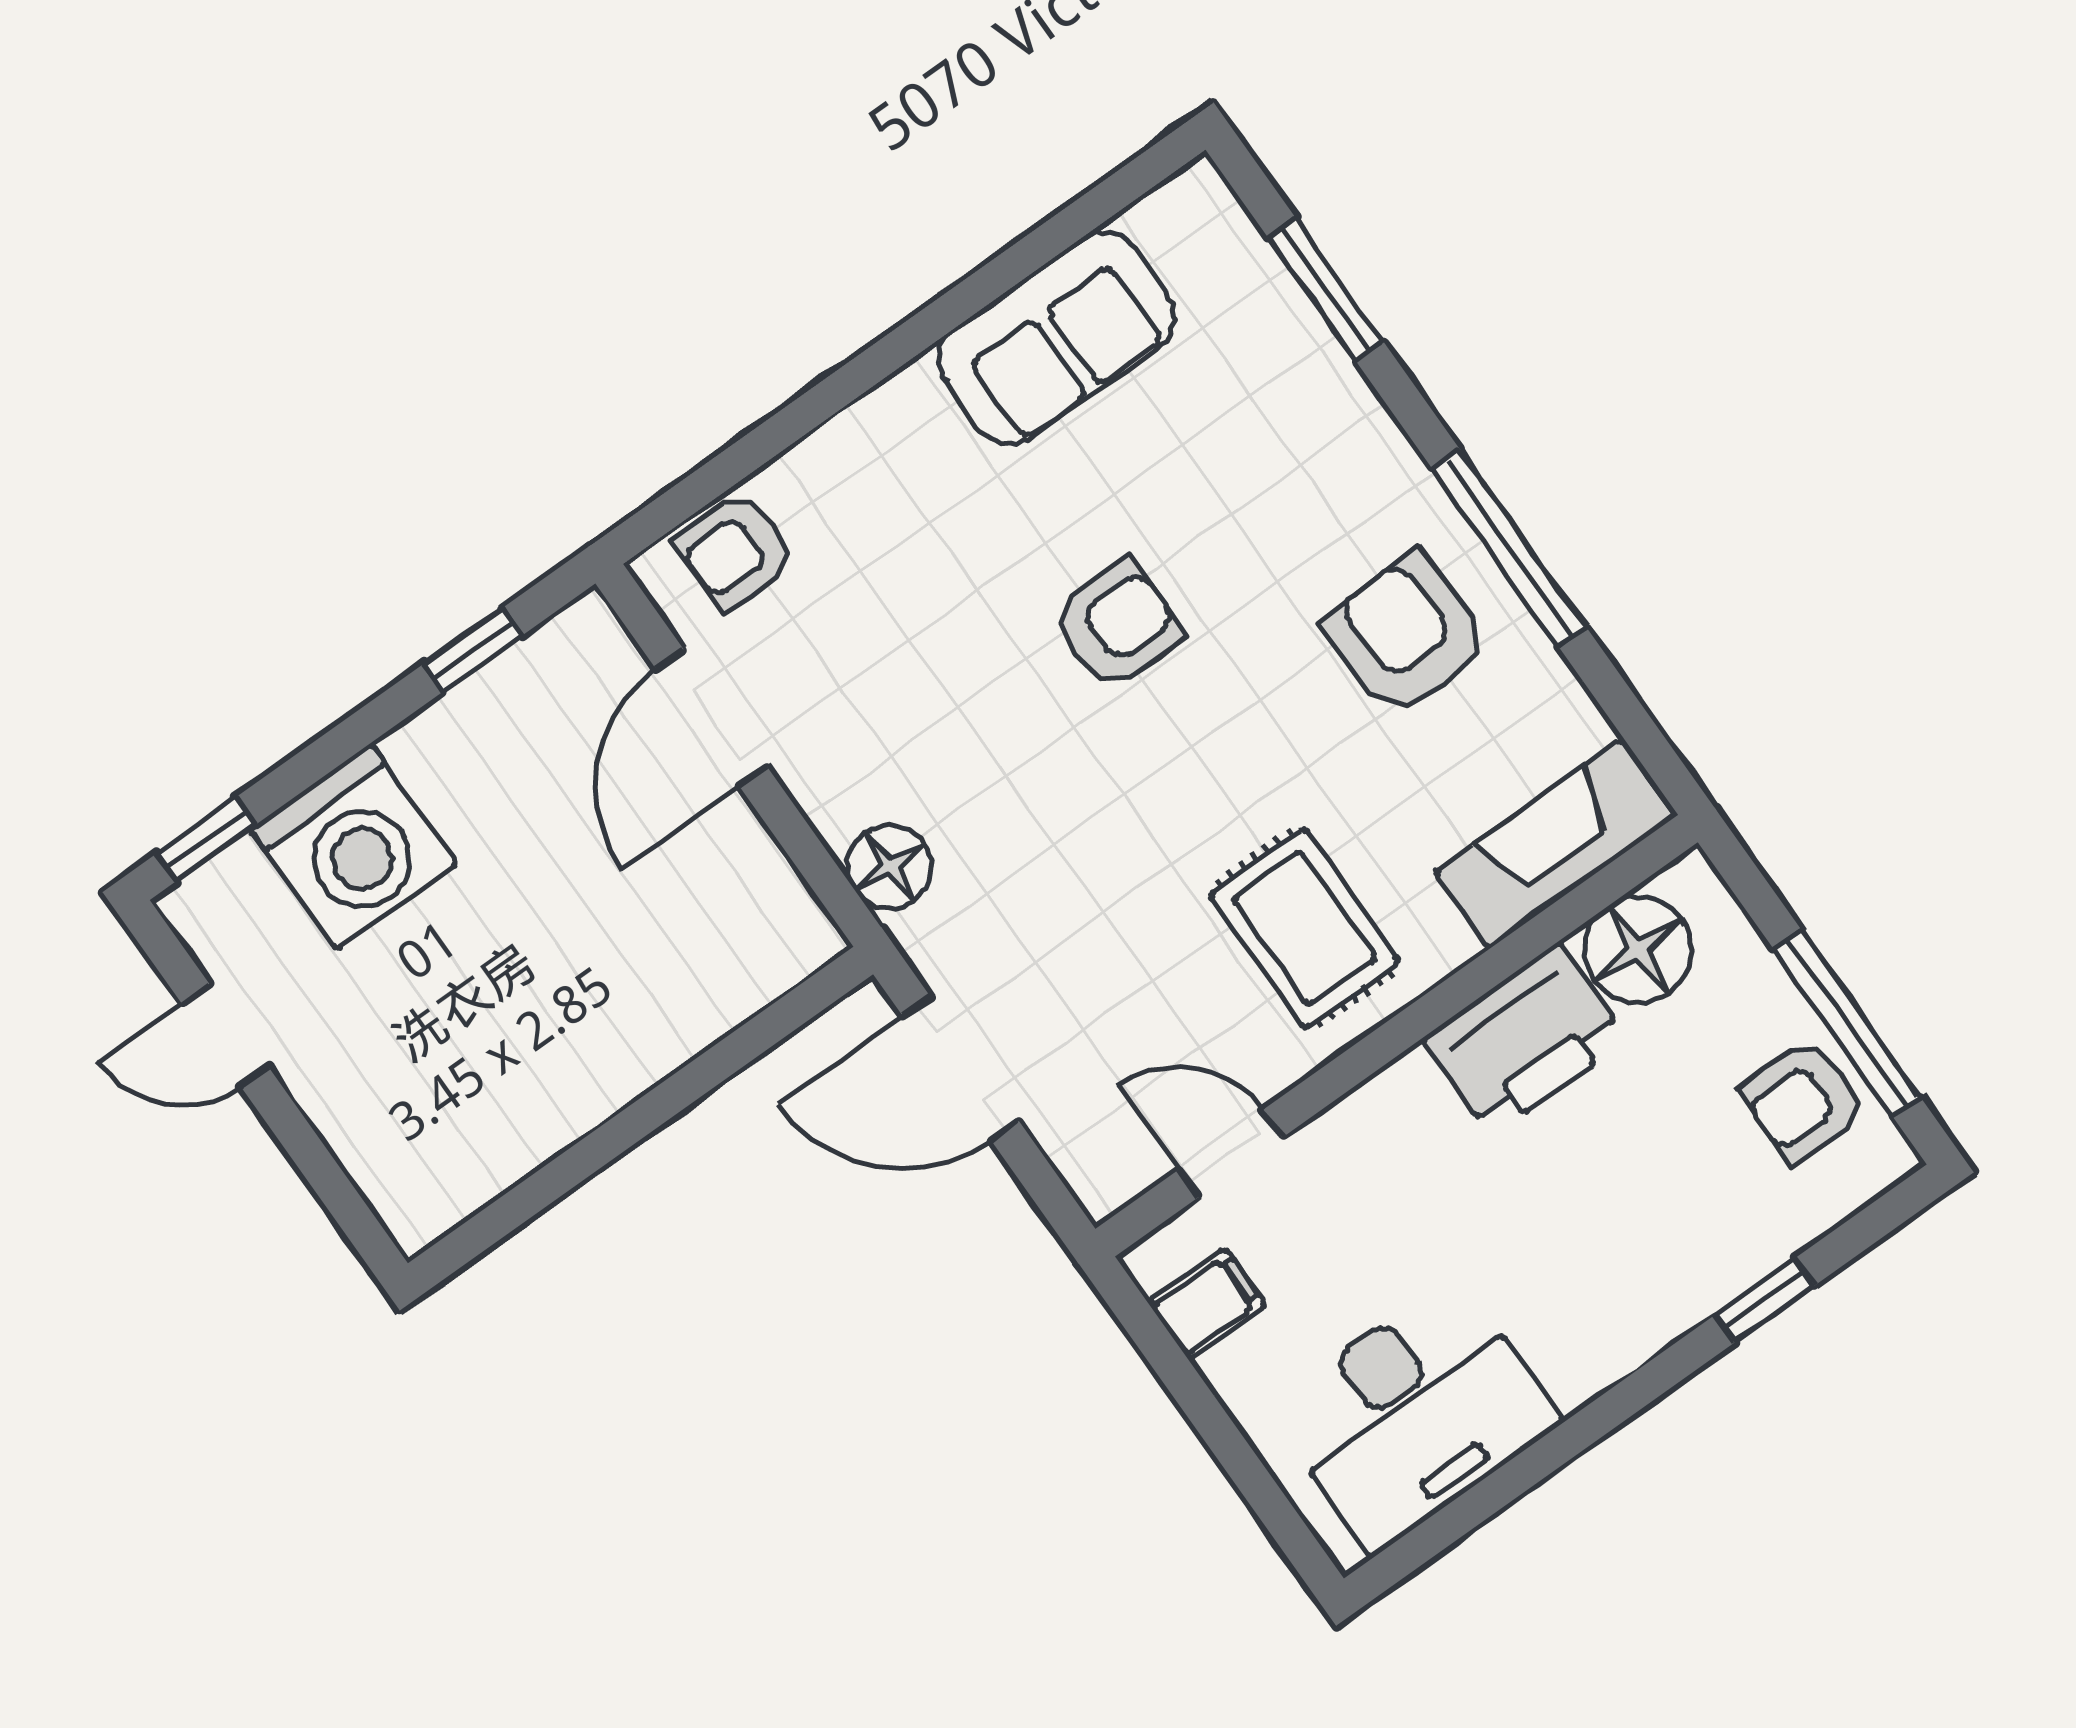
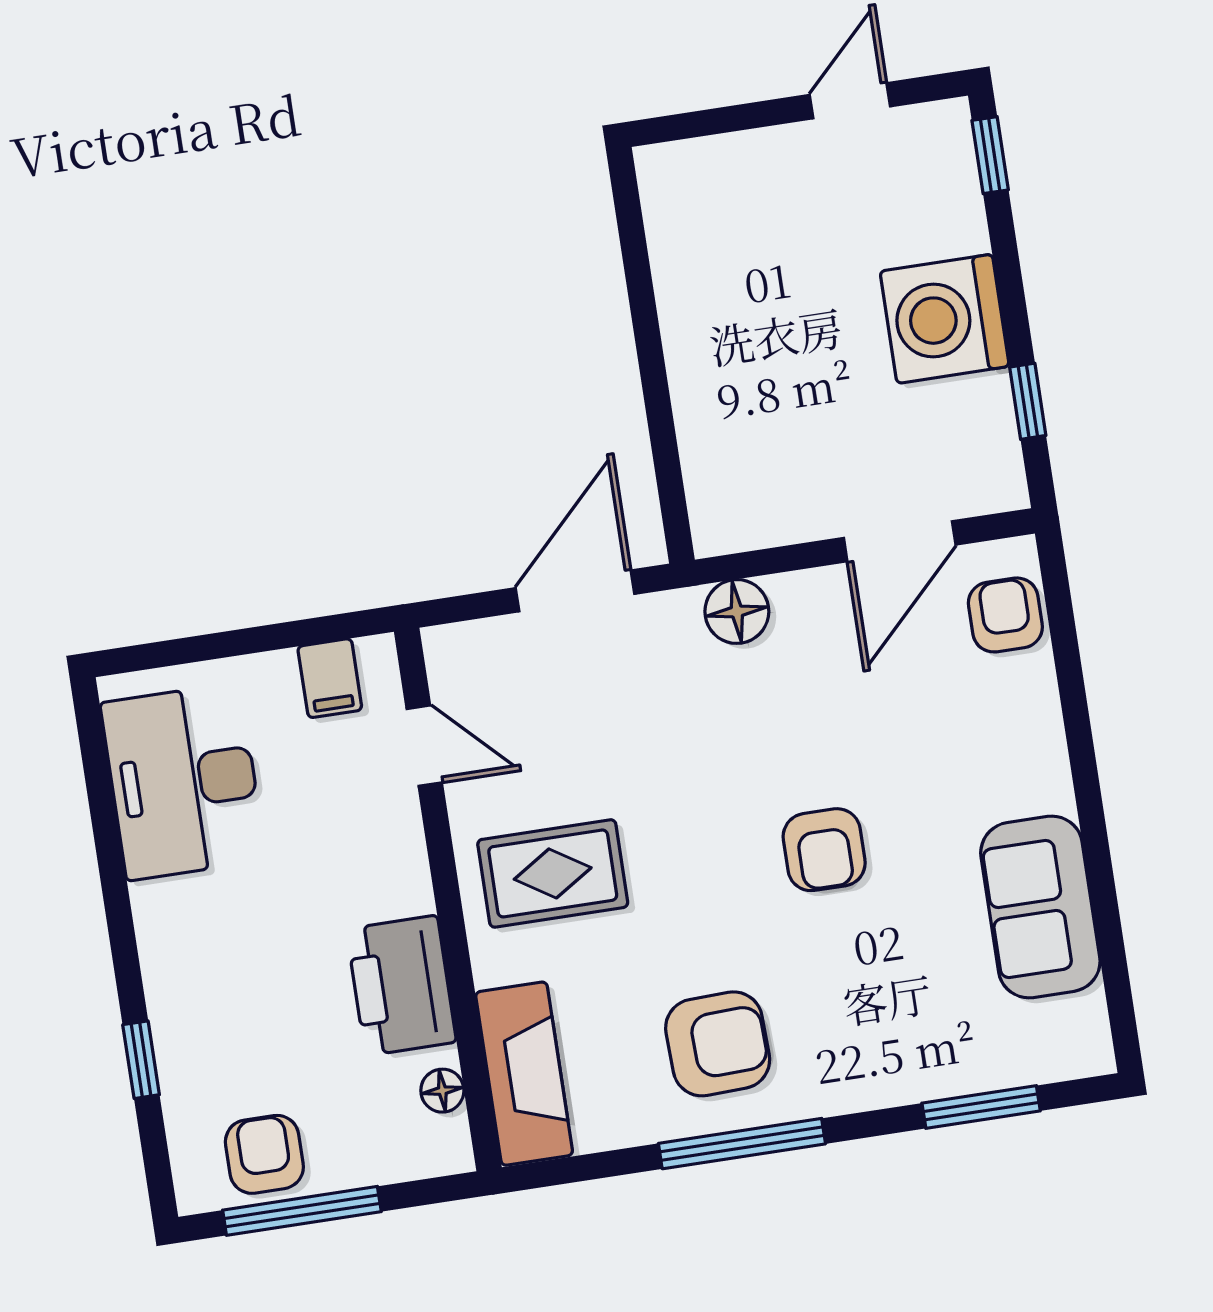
door: (711, 718) -> (900, 541), swing flipped
washing machine: (353, 847) -> (945, 319), moved
floor lamp: (1638, 950) -> (442, 1091), width x0.53, depth x0.53
door: (1230, 1154) -> (424, 746), hinge flipped

